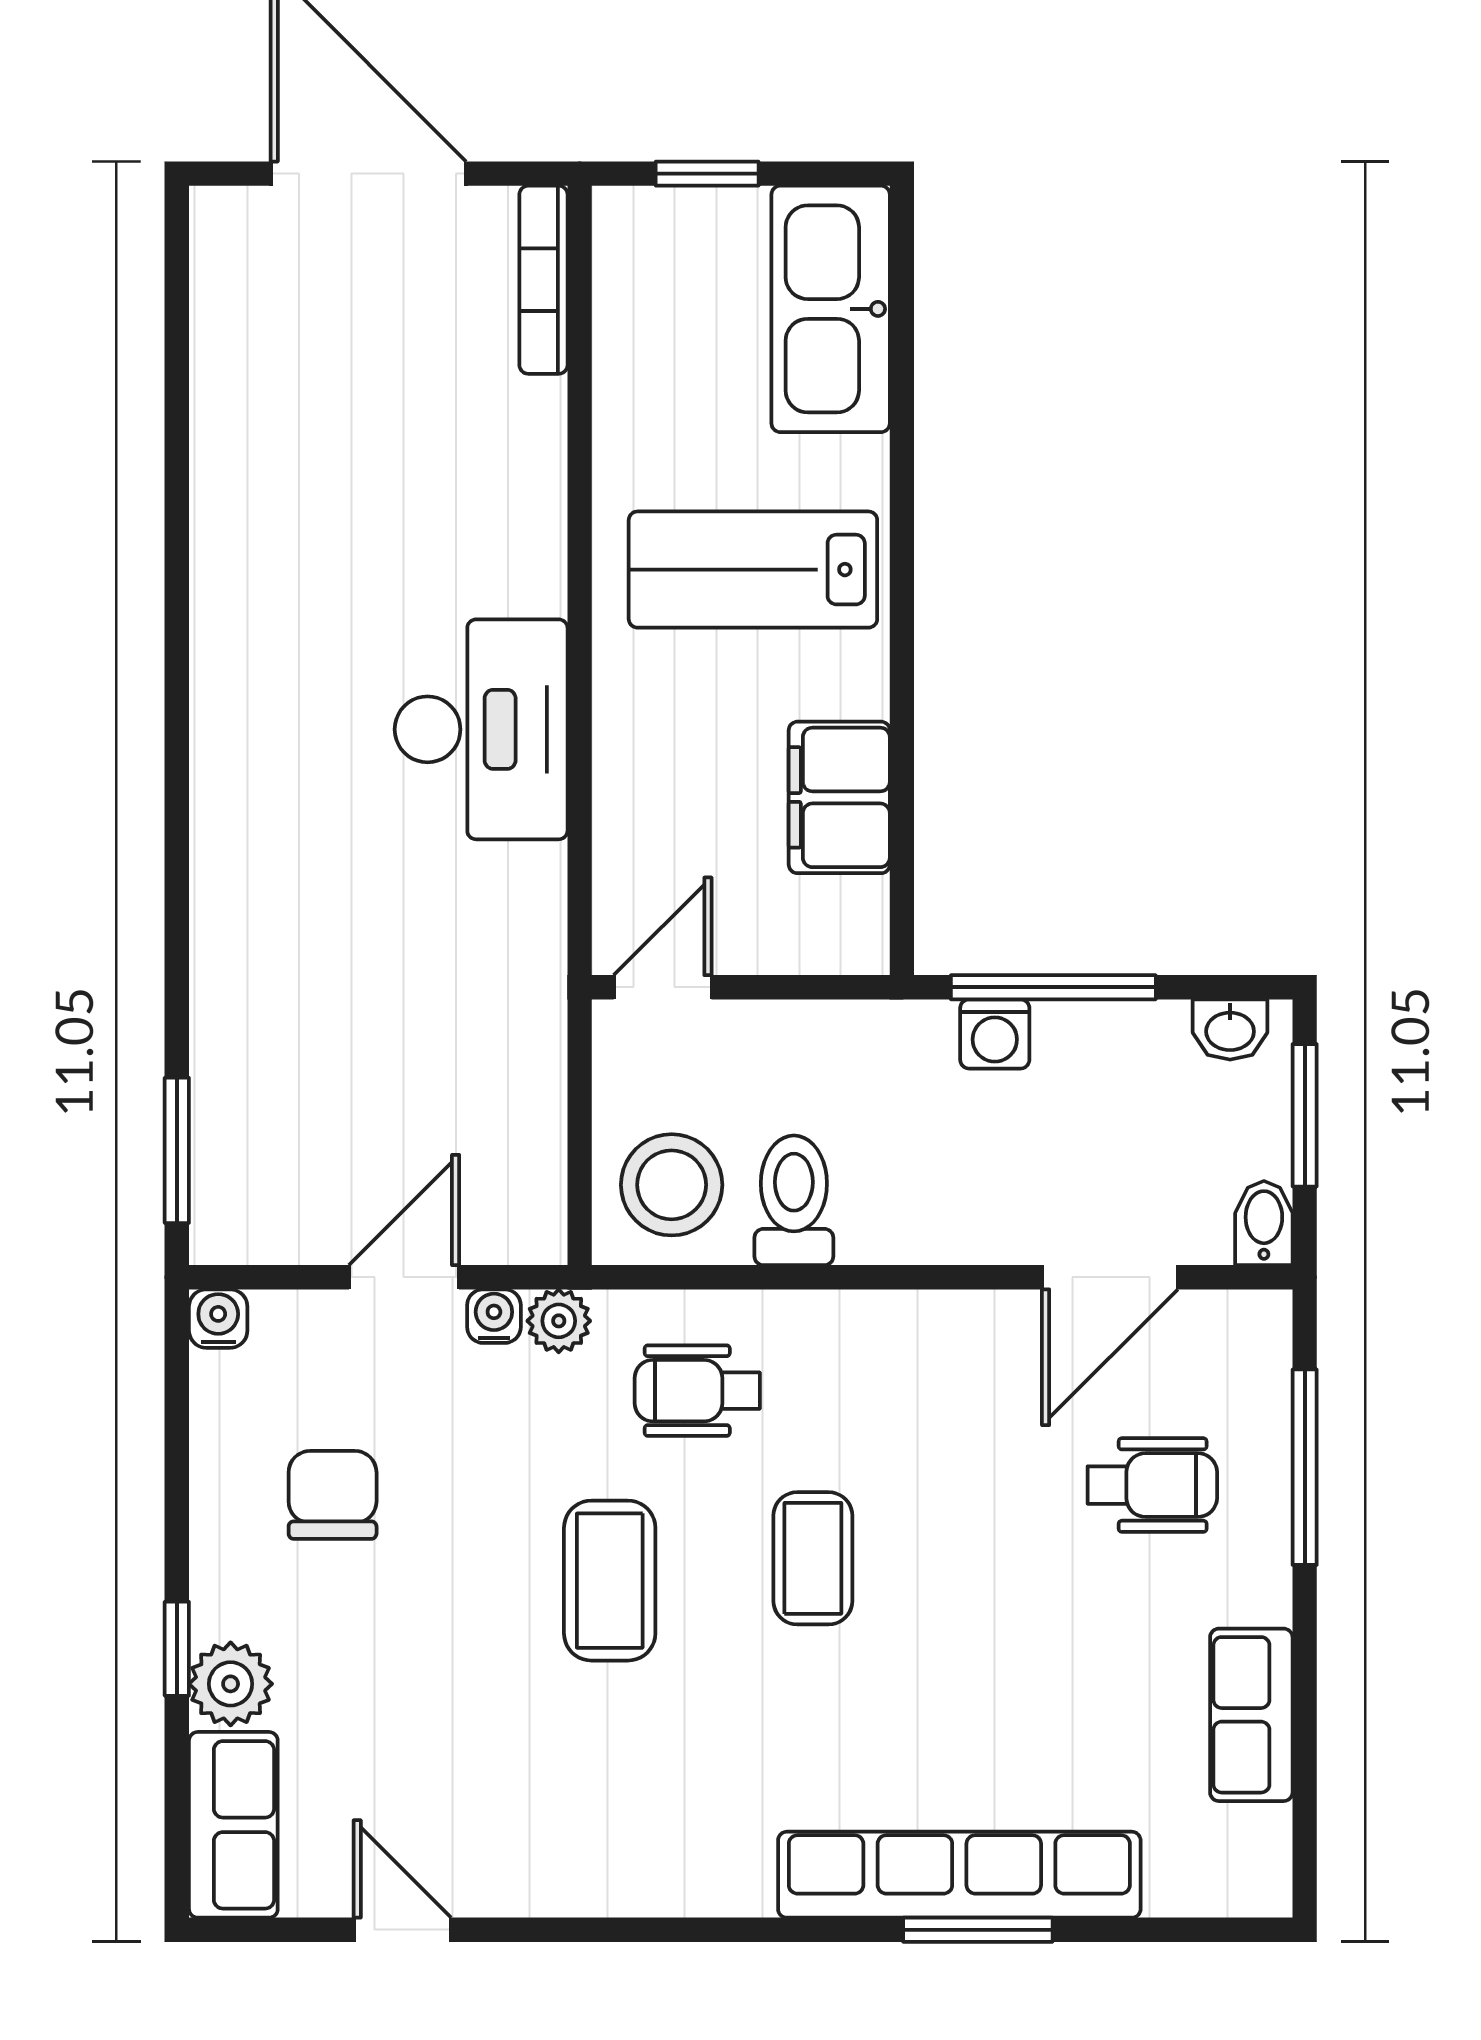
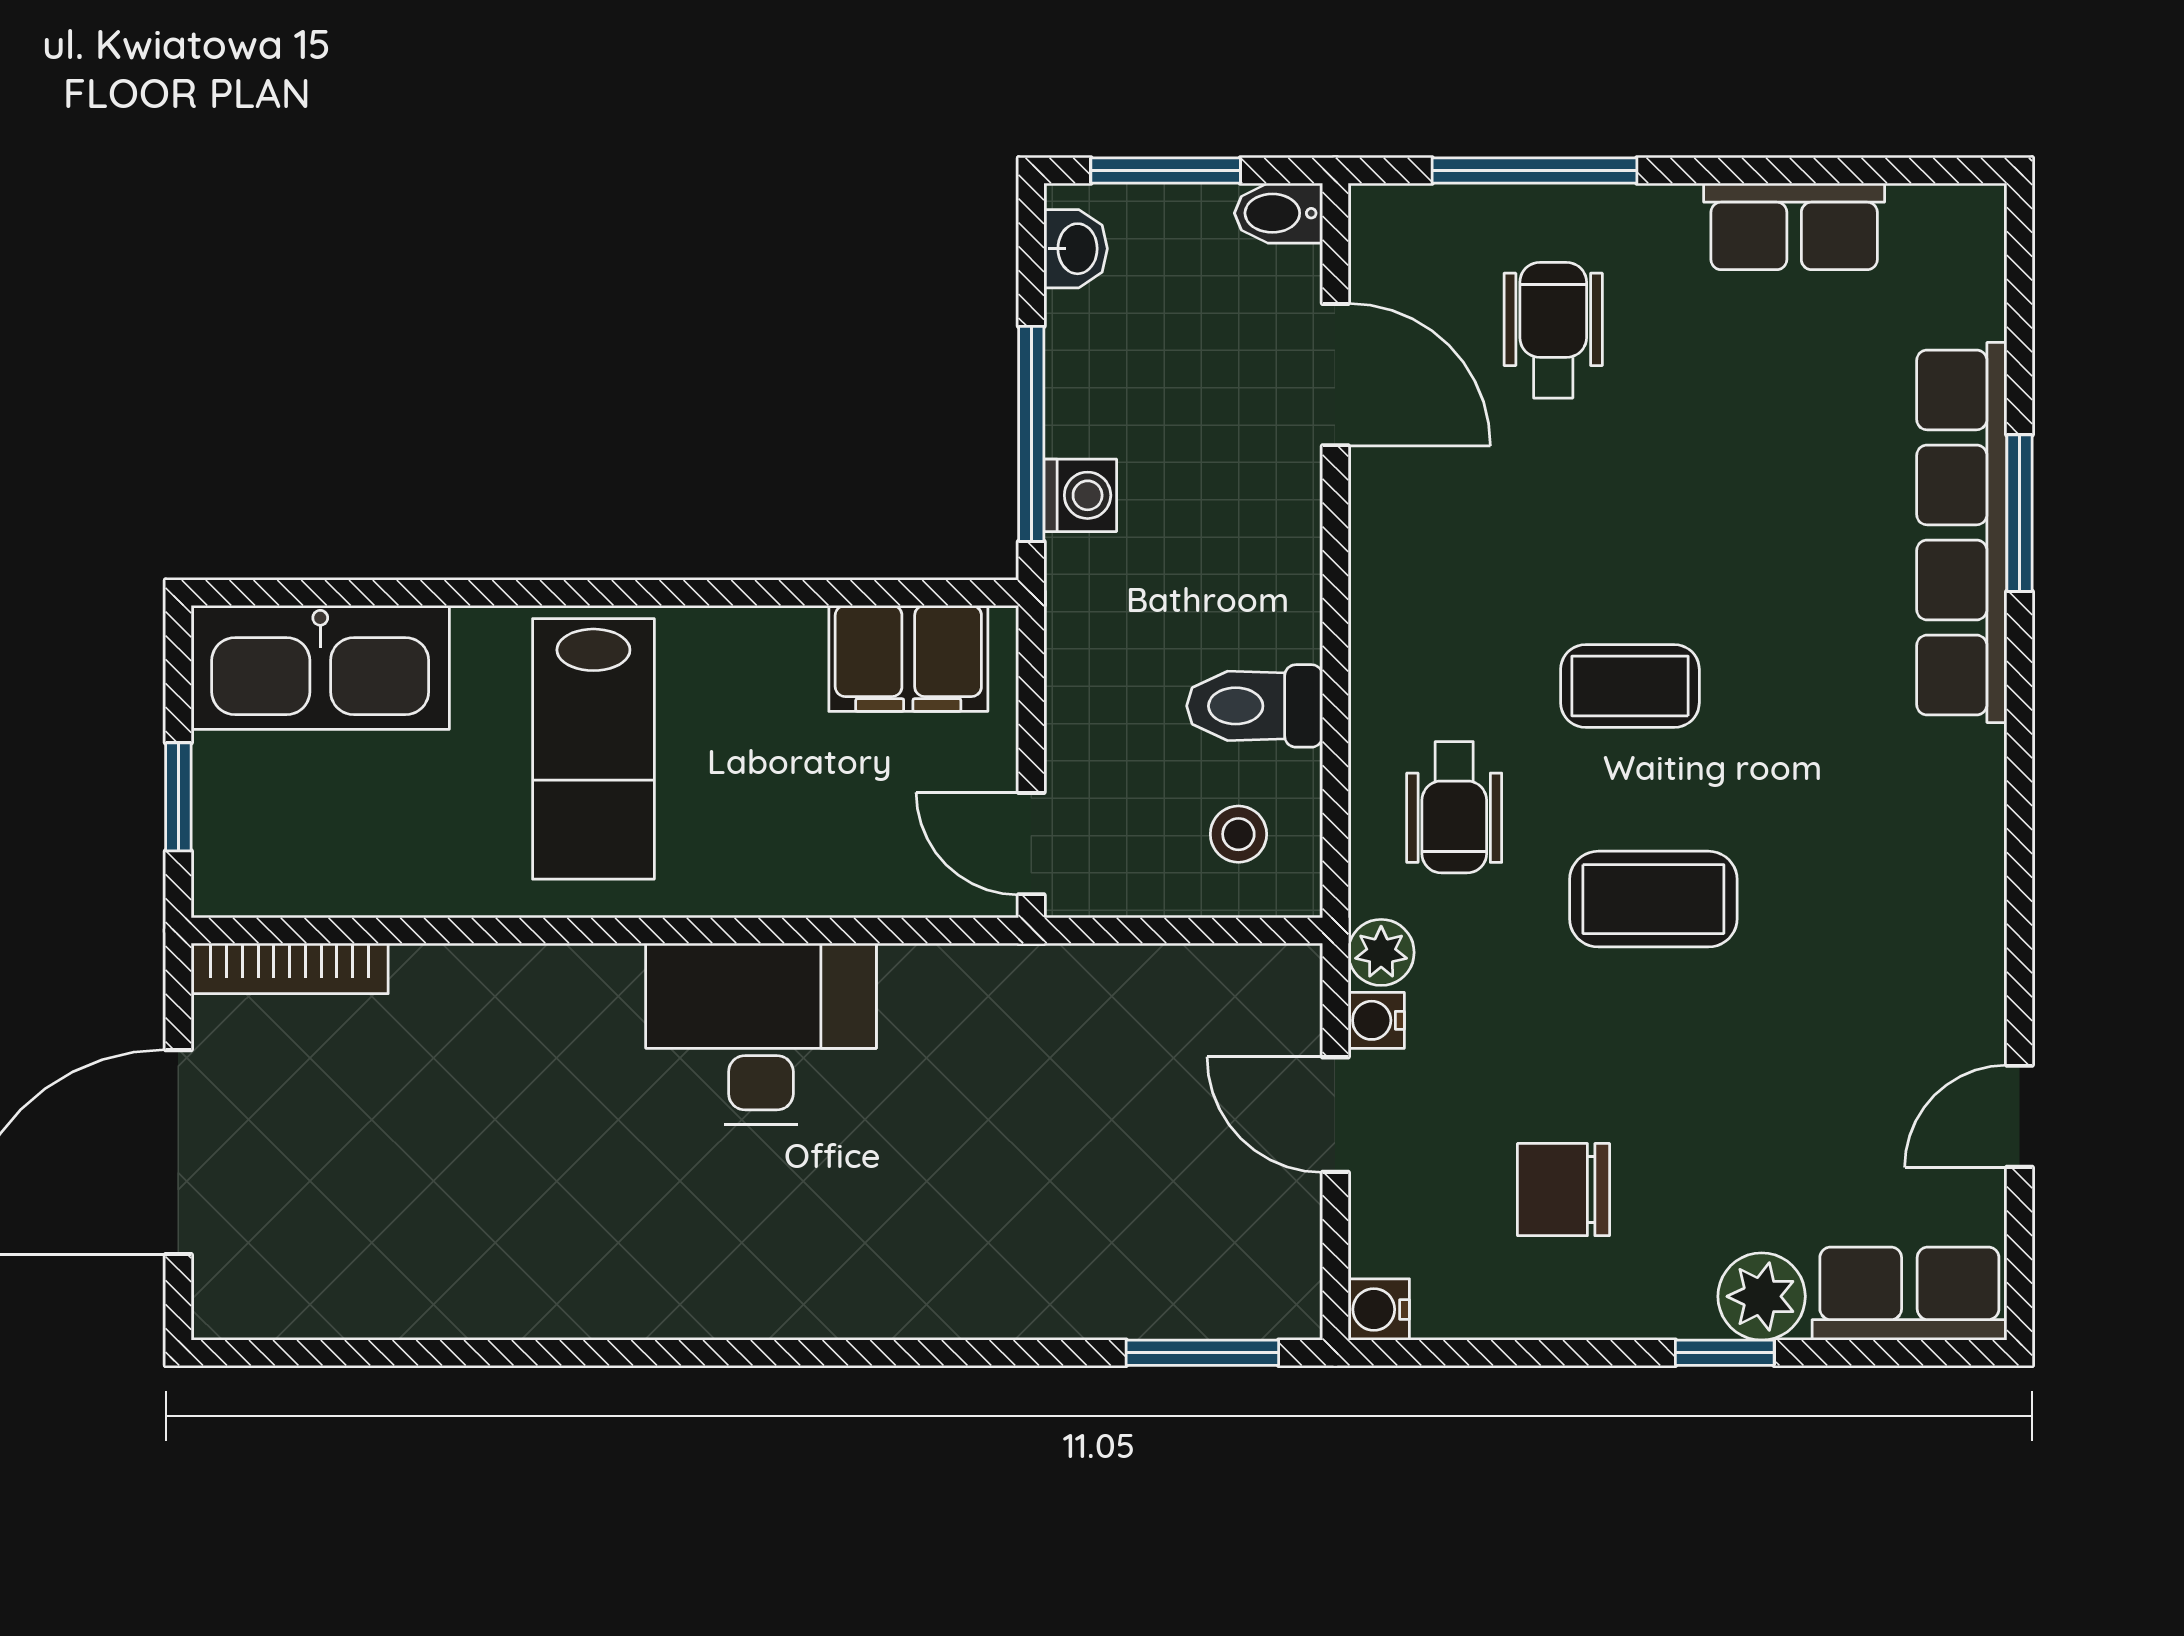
filing cabinet: (839, 797) -> (908, 658), moved
stool: (672, 1185) -> (1238, 834), width x0.53, depth x0.53

